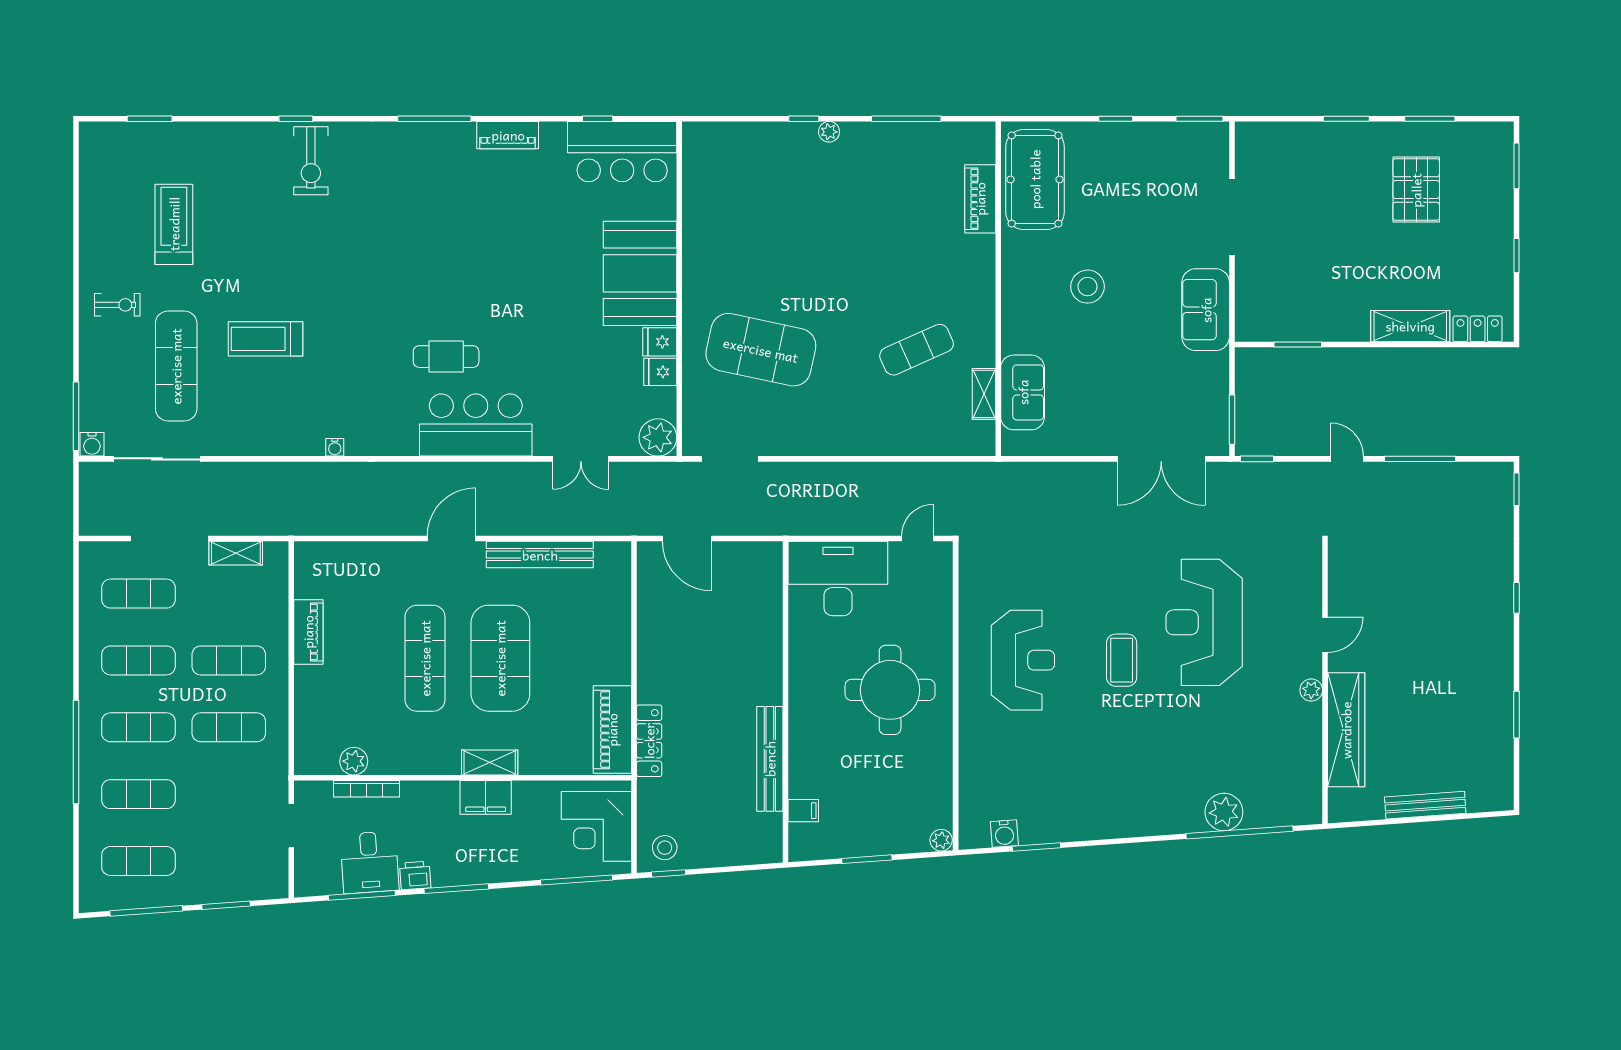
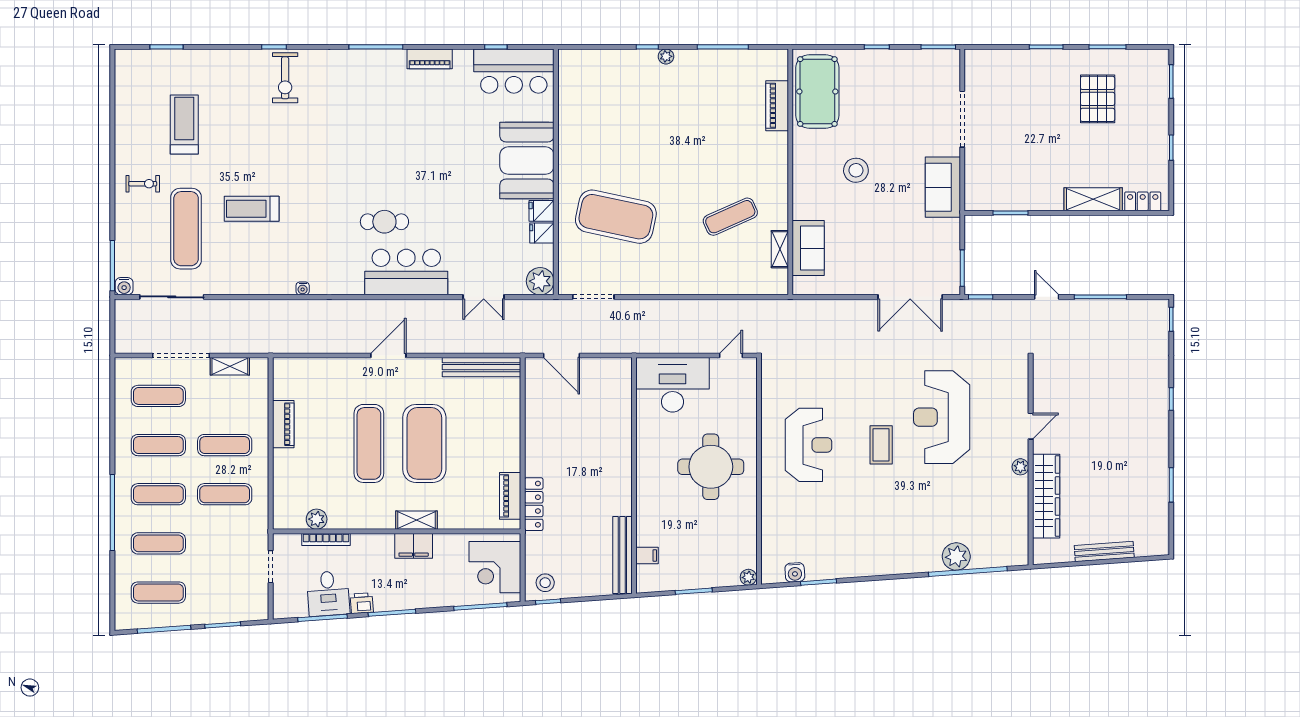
bench: (540, 555) -> (481, 367), moved
piano: (612, 730) -> (510, 496), width x0.73, depth x0.75
bench: (770, 759) -> (622, 555), moved

